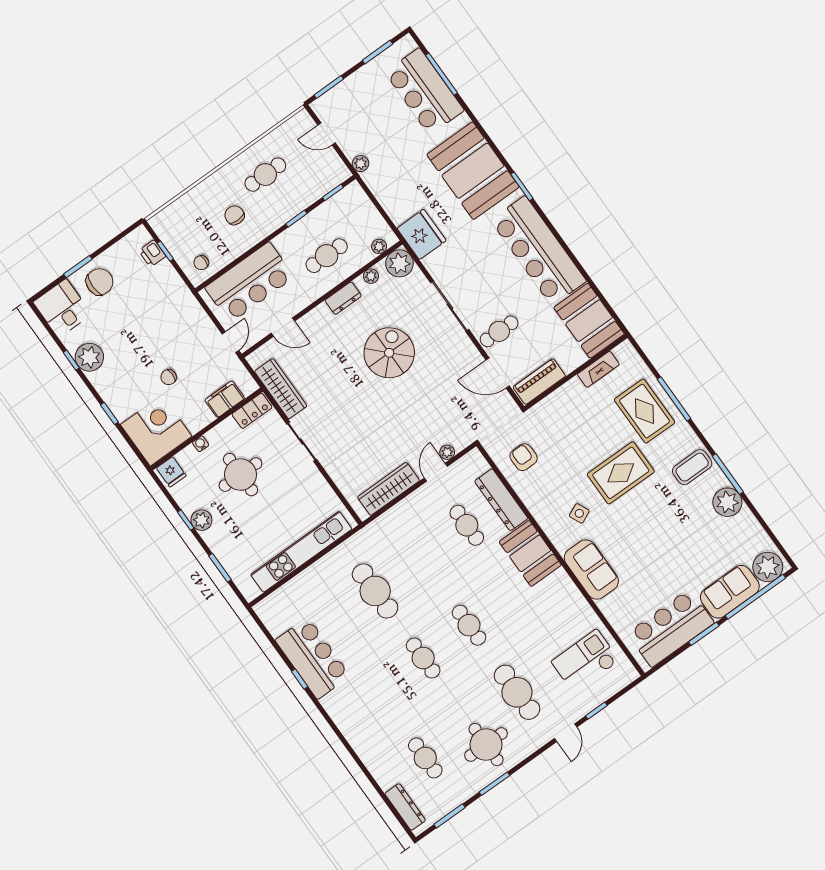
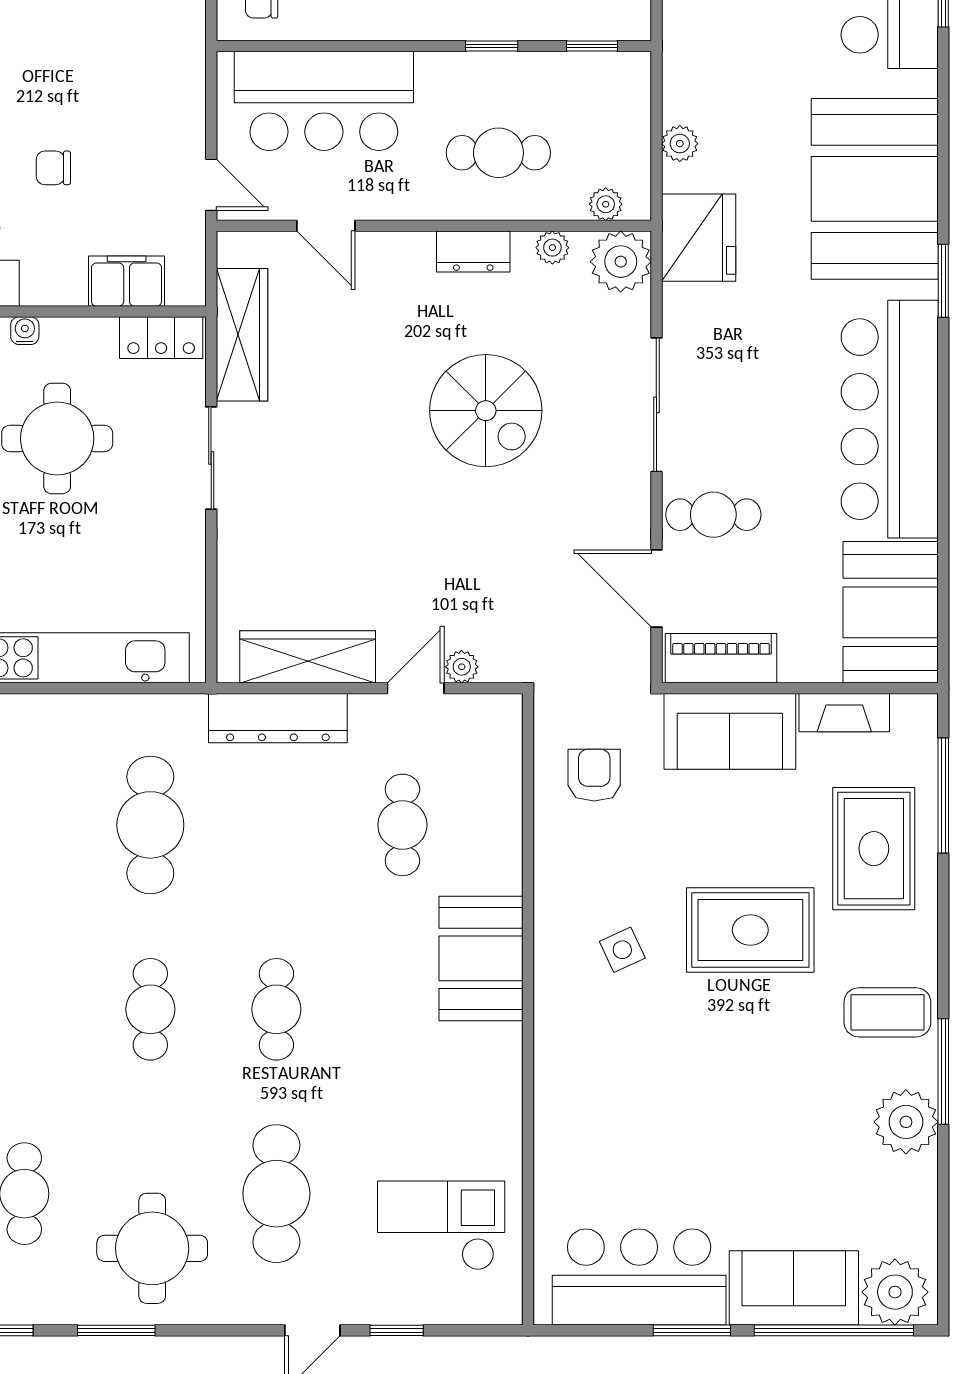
plant: (361, 164) -> (680, 144), moved
door: (230, 342) -> (211, 185), hinge flipped
spiral stairs: (389, 353) -> (486, 411), turned 90
window: (674, 399) -> (943, 795), moved
dresser: (501, 500) -> (278, 718), moved, turned -90
sofa: (591, 570) -> (730, 731), moved, turned 90

